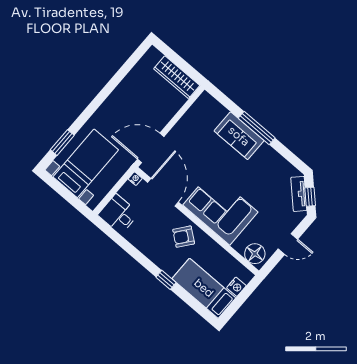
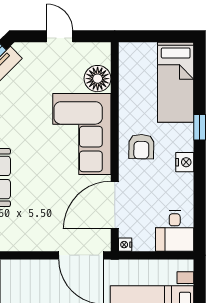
armchair: (184, 237) -> (141, 147), turned 53
floor lamp: (255, 254) -> (98, 79), moved
nightstand: (236, 287) -> (185, 162), moved, turned 90

